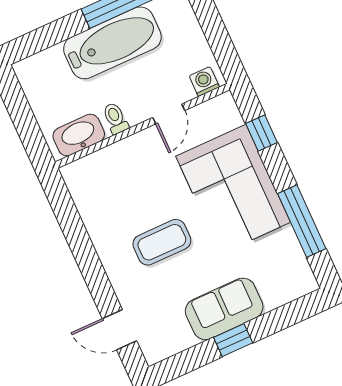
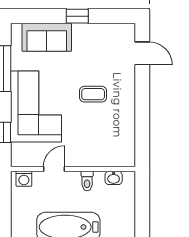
washbasin: (79, 135) -> (114, 178), width x0.52, depth x0.69
coffee table: (162, 242) -> (93, 94), width x0.73, depth x0.77
sofa: (224, 309) -> (47, 37), moved

